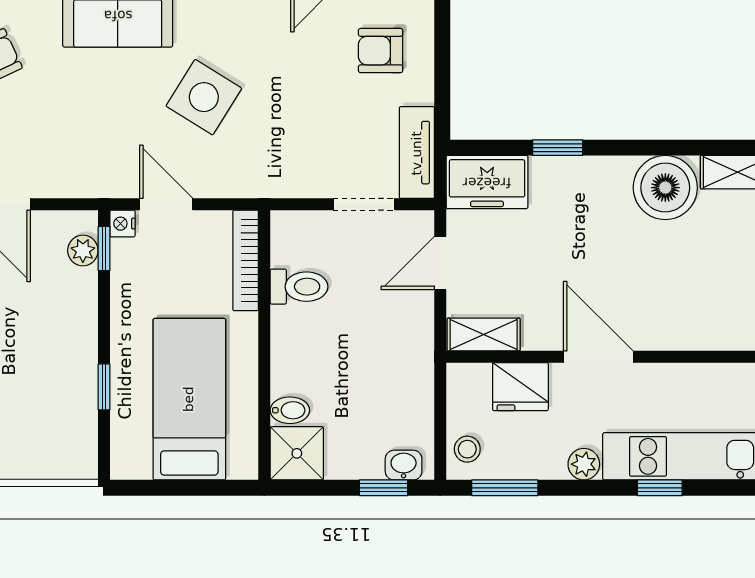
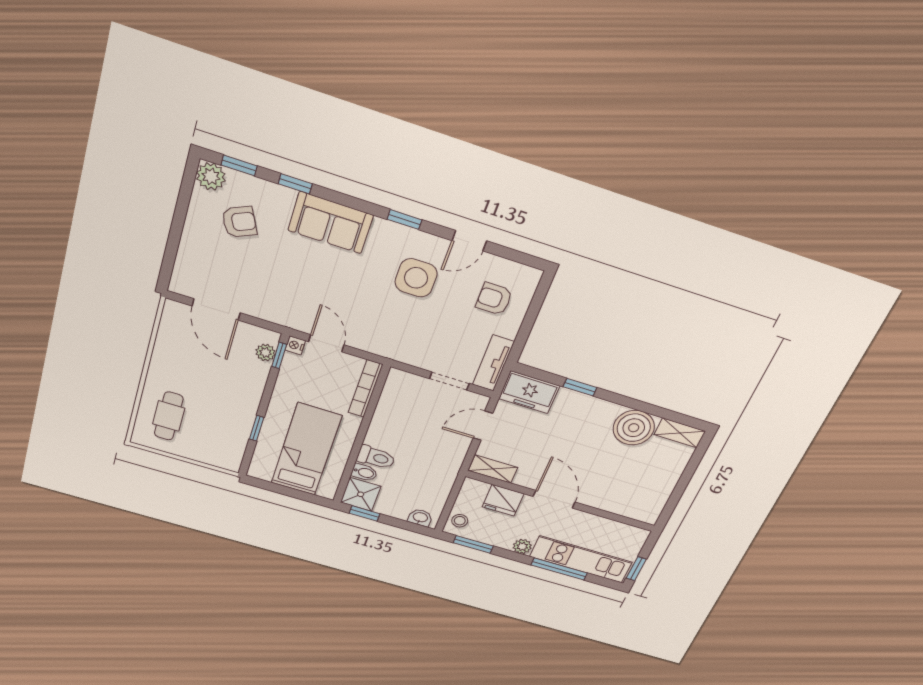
side table: (204, 97) -> (416, 278), moved, turned -32
toilet: (299, 287) -> (376, 457), moved
window: (383, 488) -> (365, 513), moved
window: (660, 488) -> (559, 569), width x2.17

